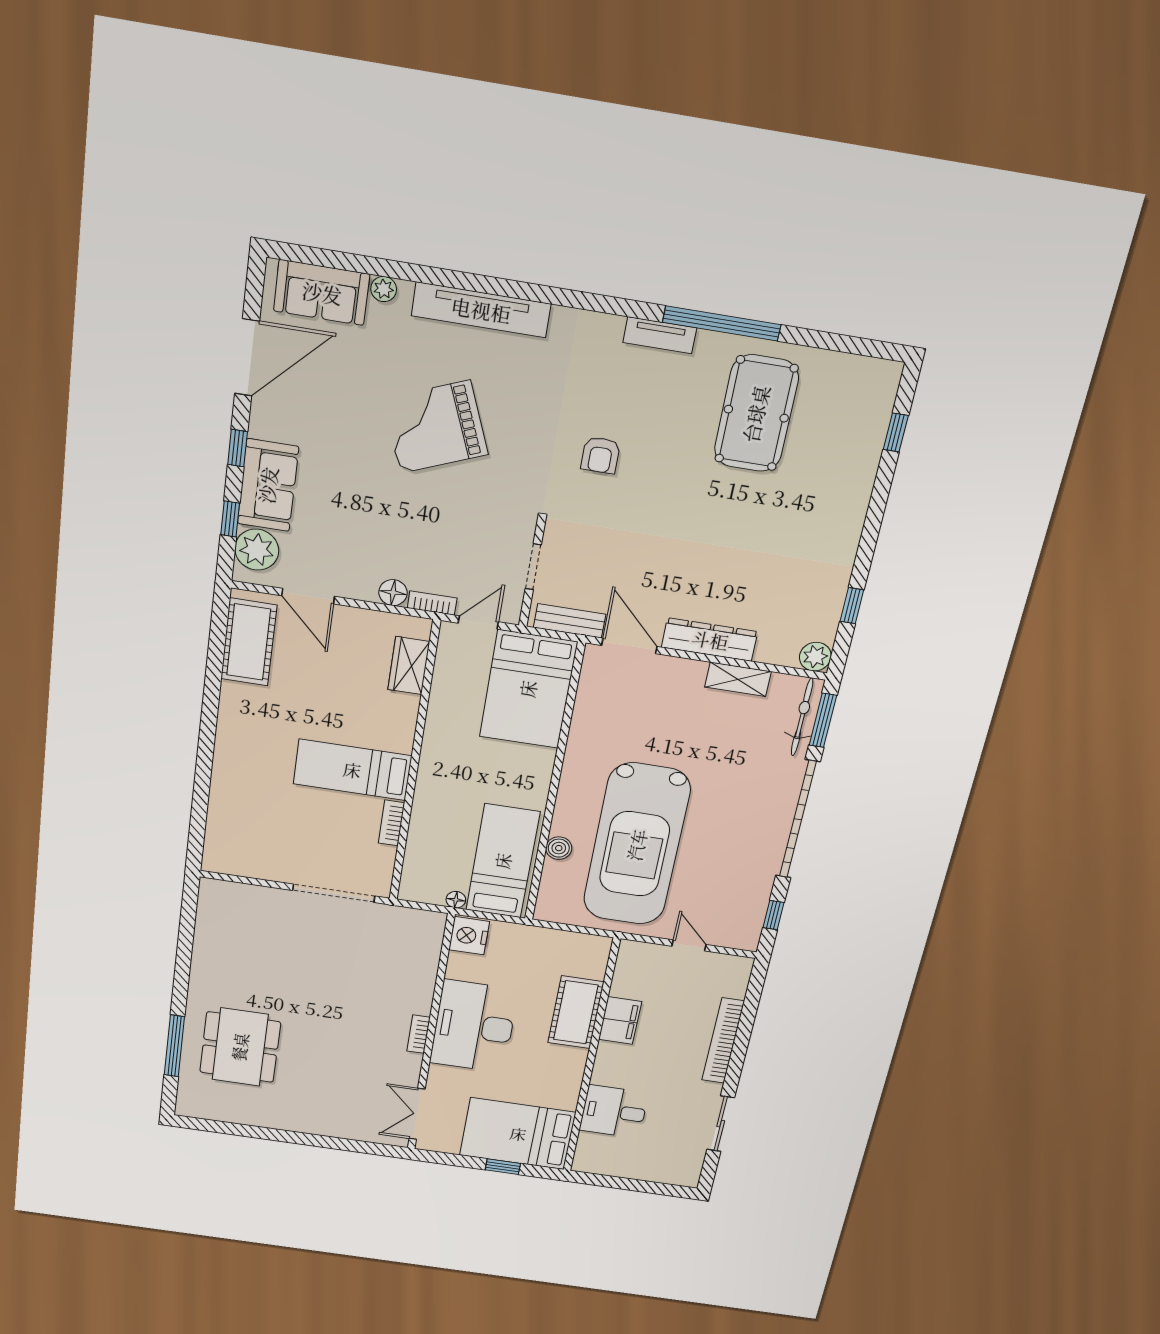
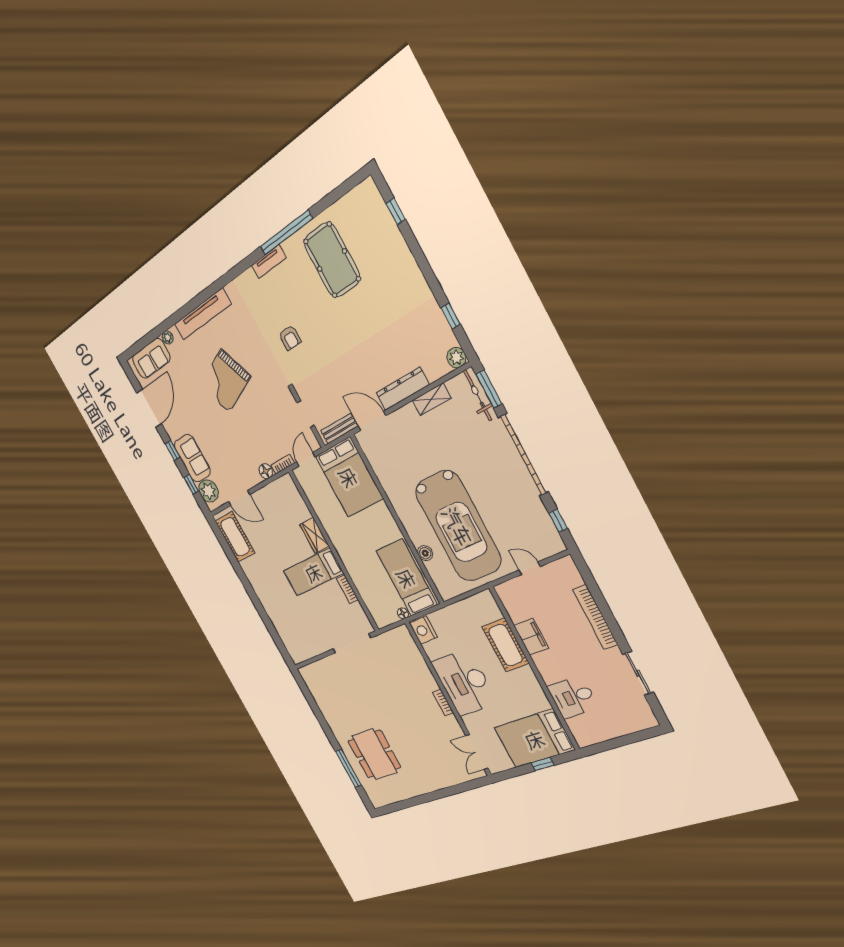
wardrobe: (409, 666) -> (314, 535), moved

